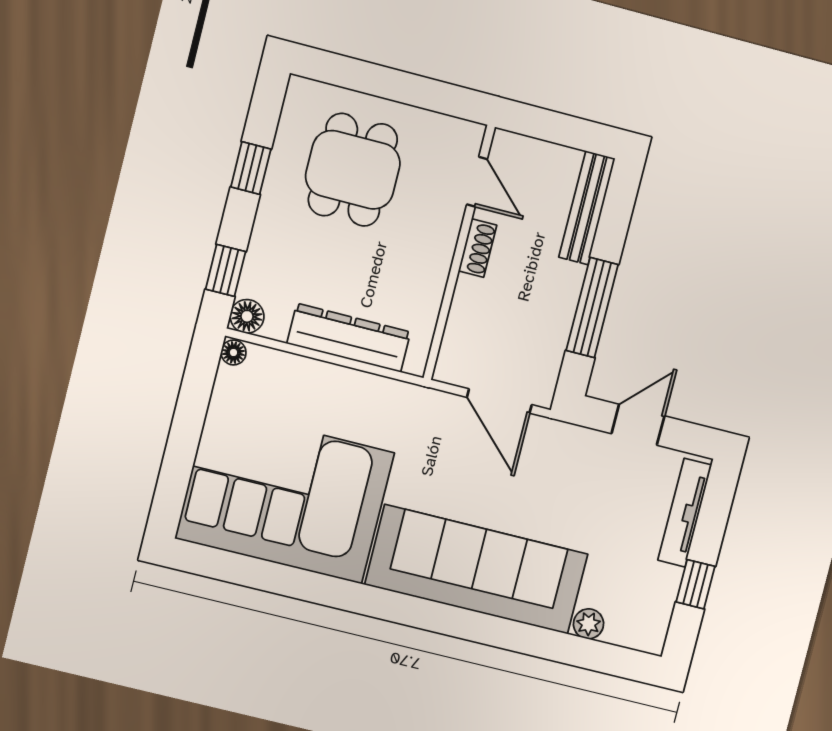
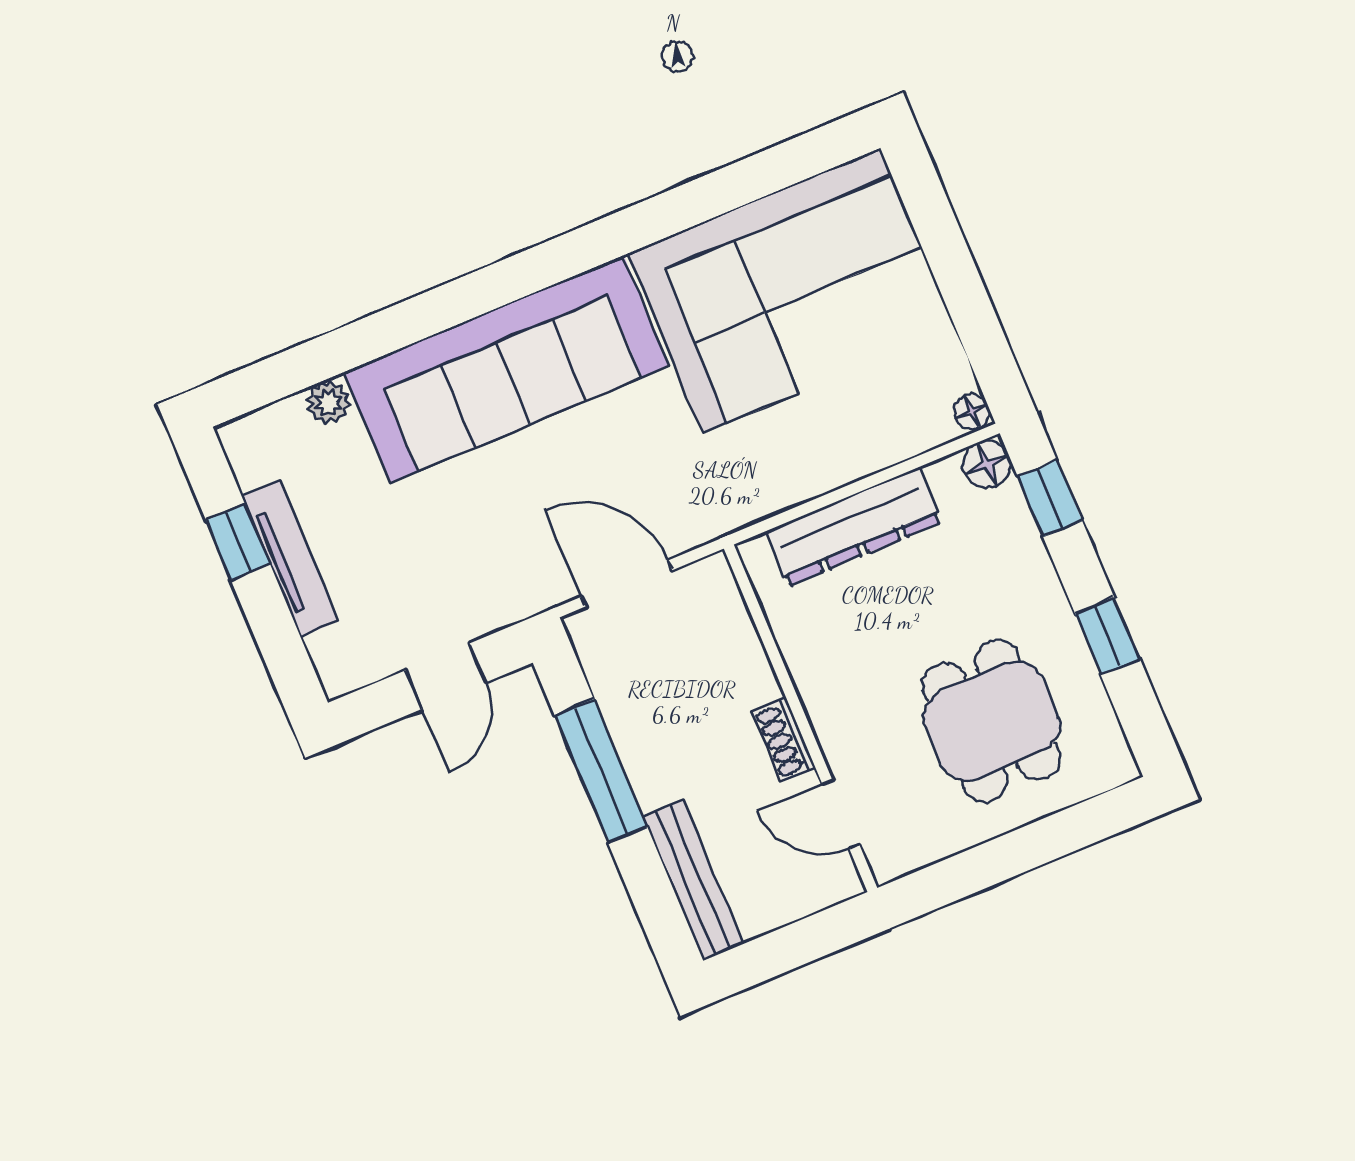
tv unit: (685, 513) -> (290, 558), moved

